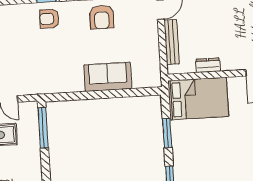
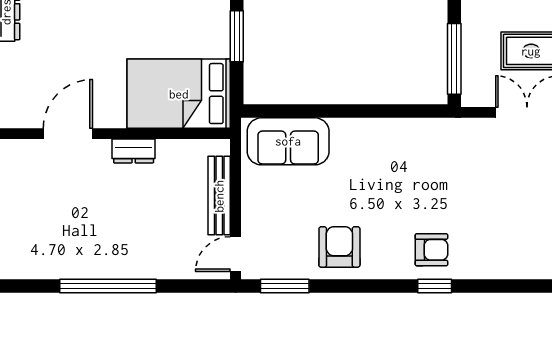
dresser: (208, 65) -> (134, 151), moved
sofa: (108, 77) -> (288, 141), moved

